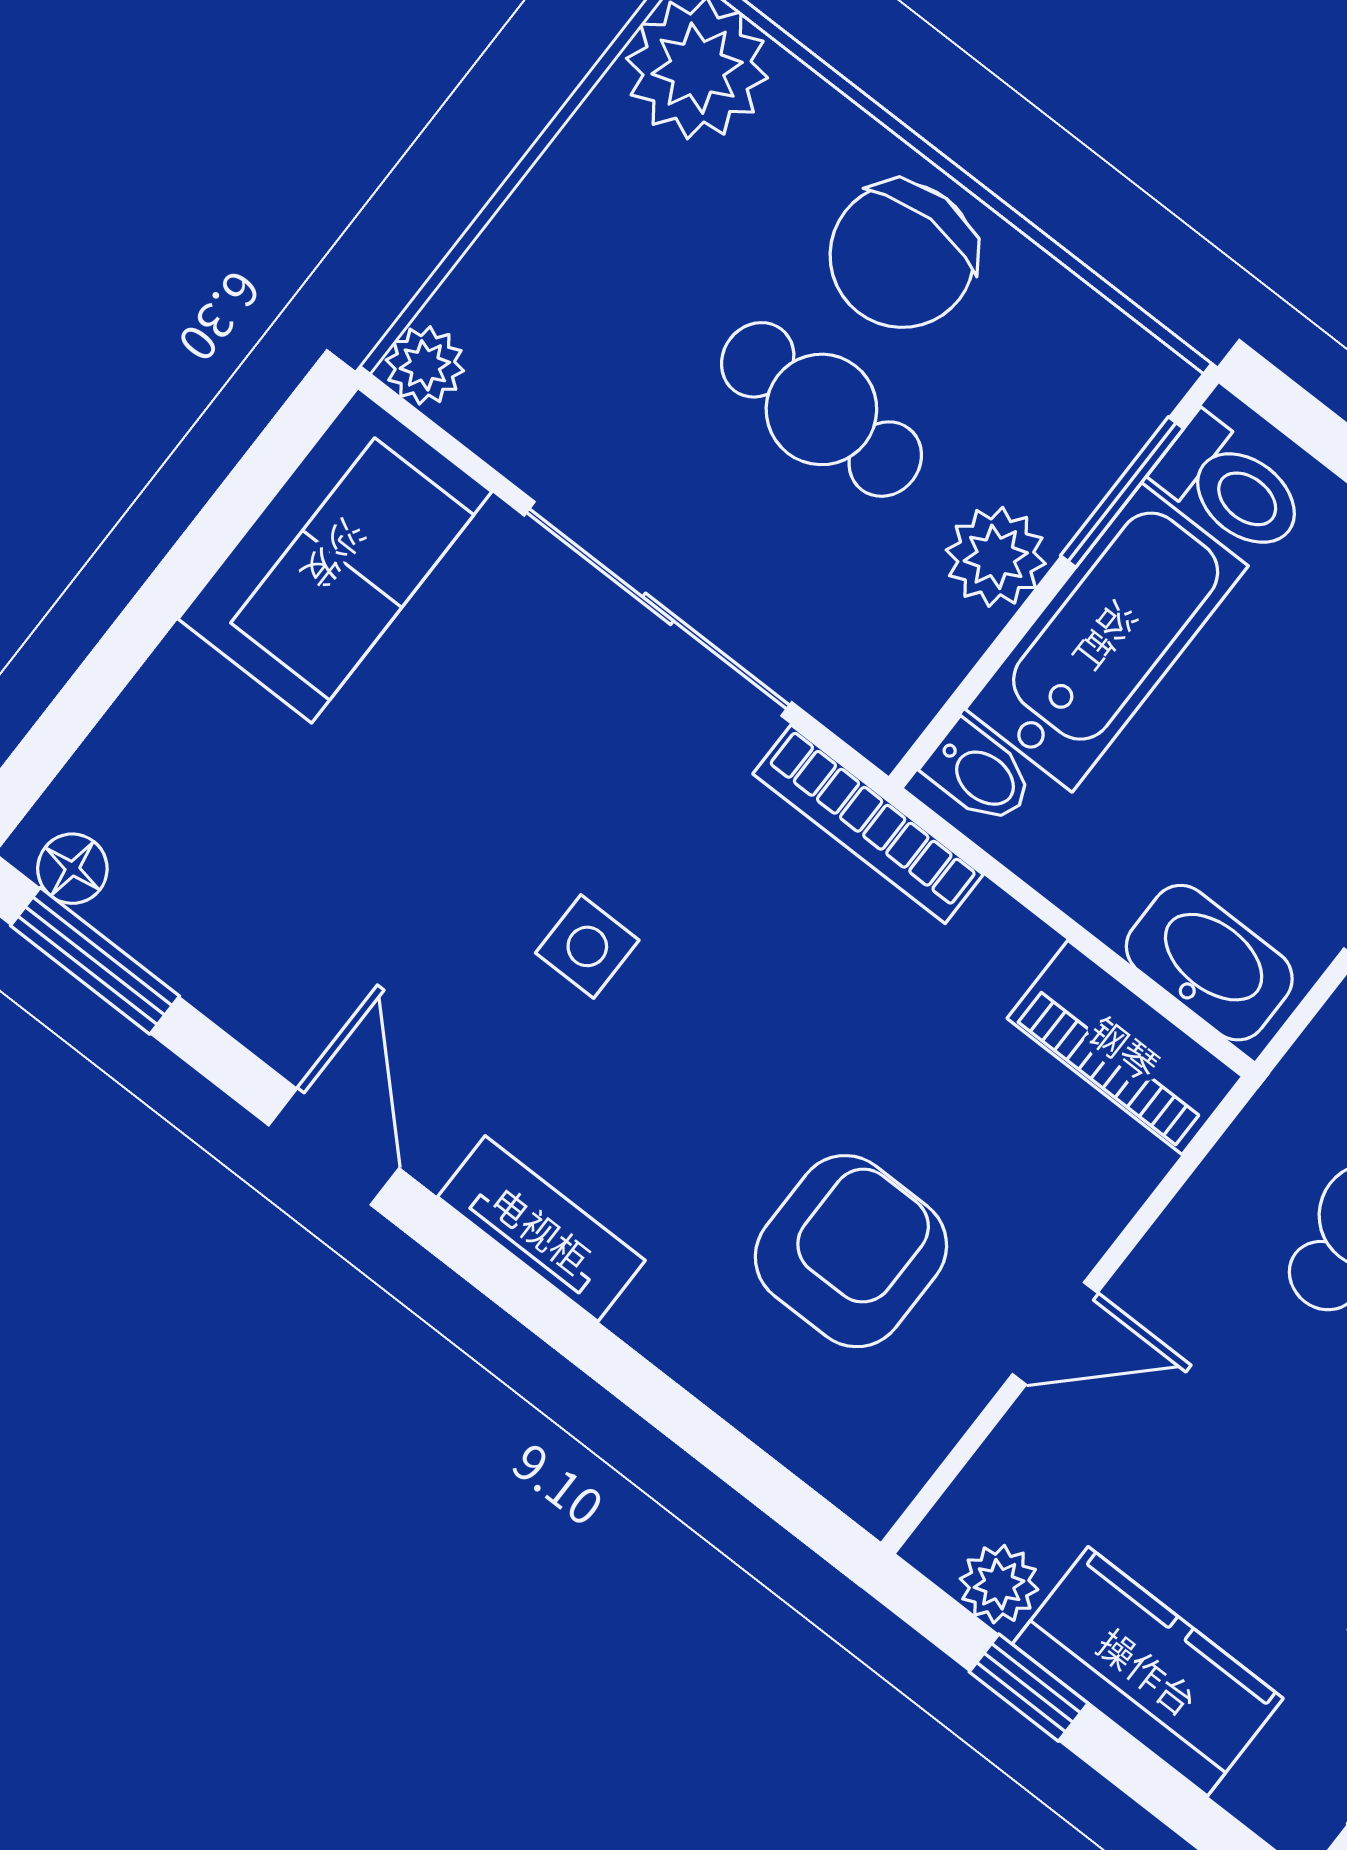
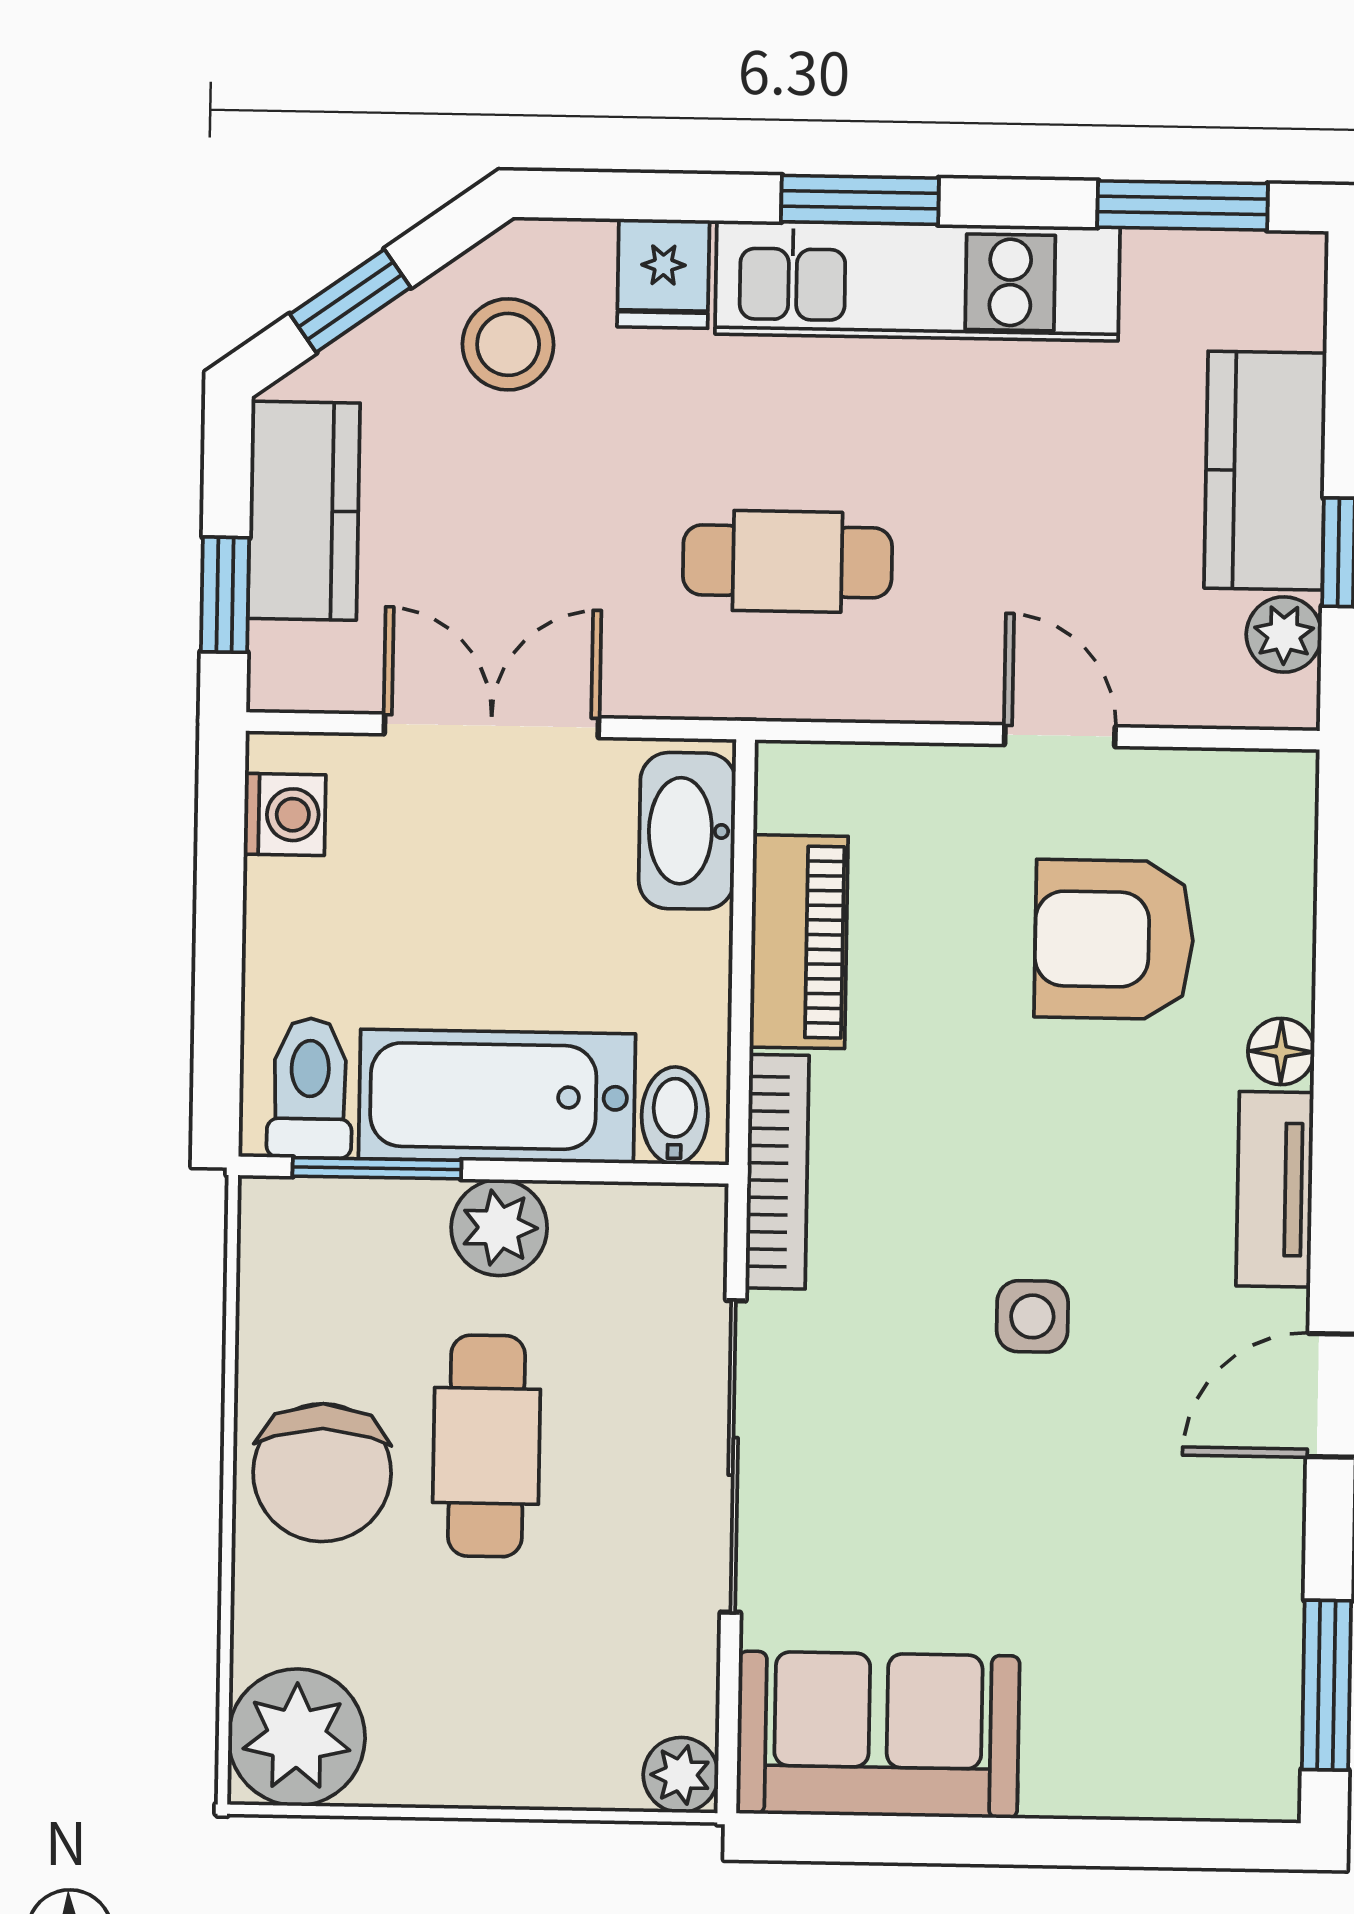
chair: (902, 255) -> (322, 1473), turned 90
floor lamp: (72, 869) -> (1281, 1052), moved
piano: (1125, 1047) -> (799, 942), moved

